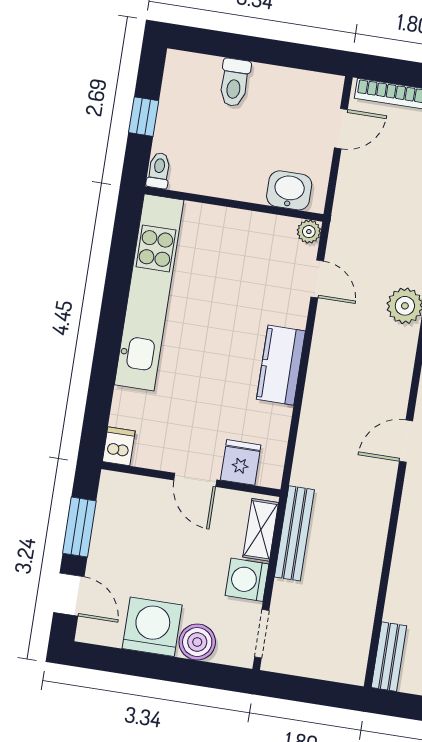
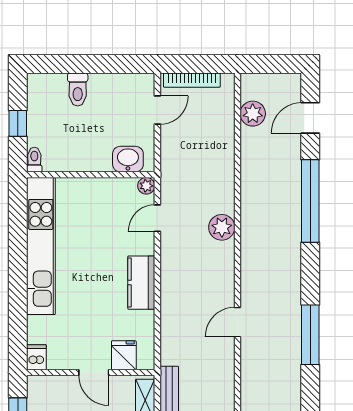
door: (317, 279) -> (157, 218), swing flipped

